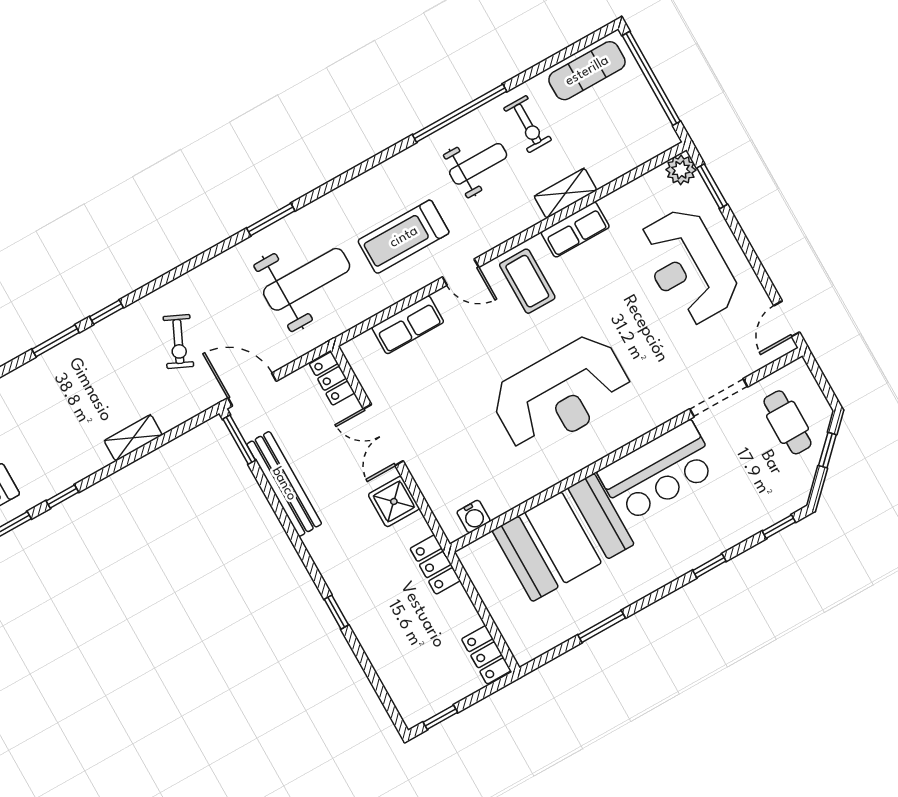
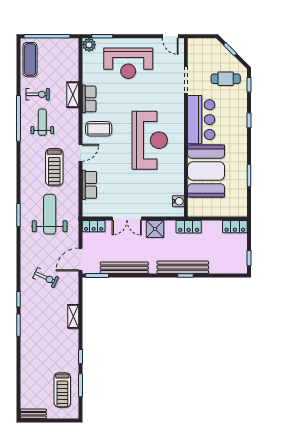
cafe table: (787, 422) -> (226, 79), moved
bench: (349, 598) -> (183, 267), added

